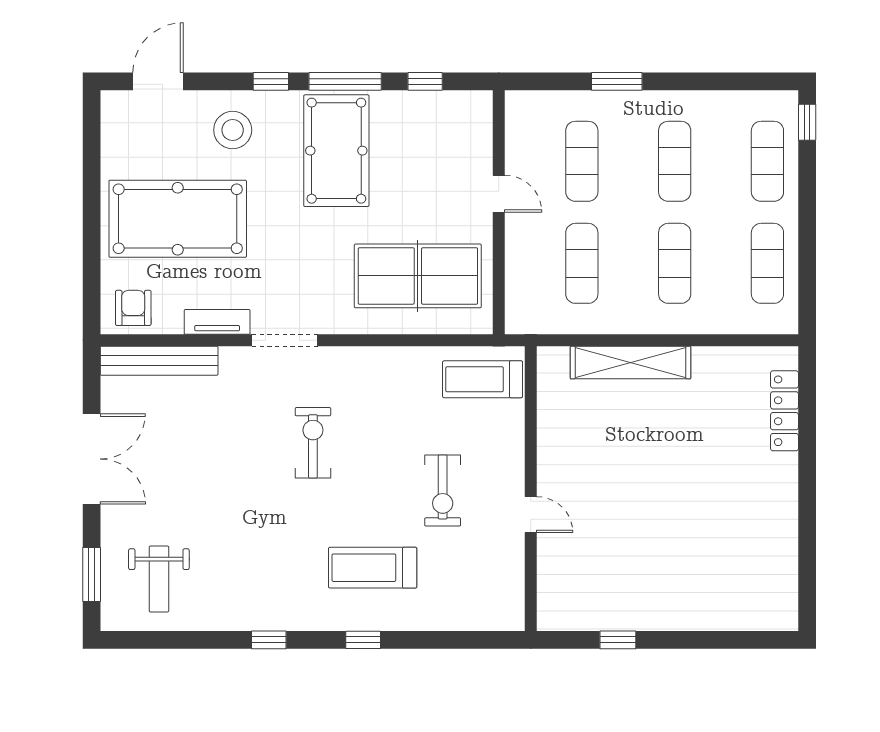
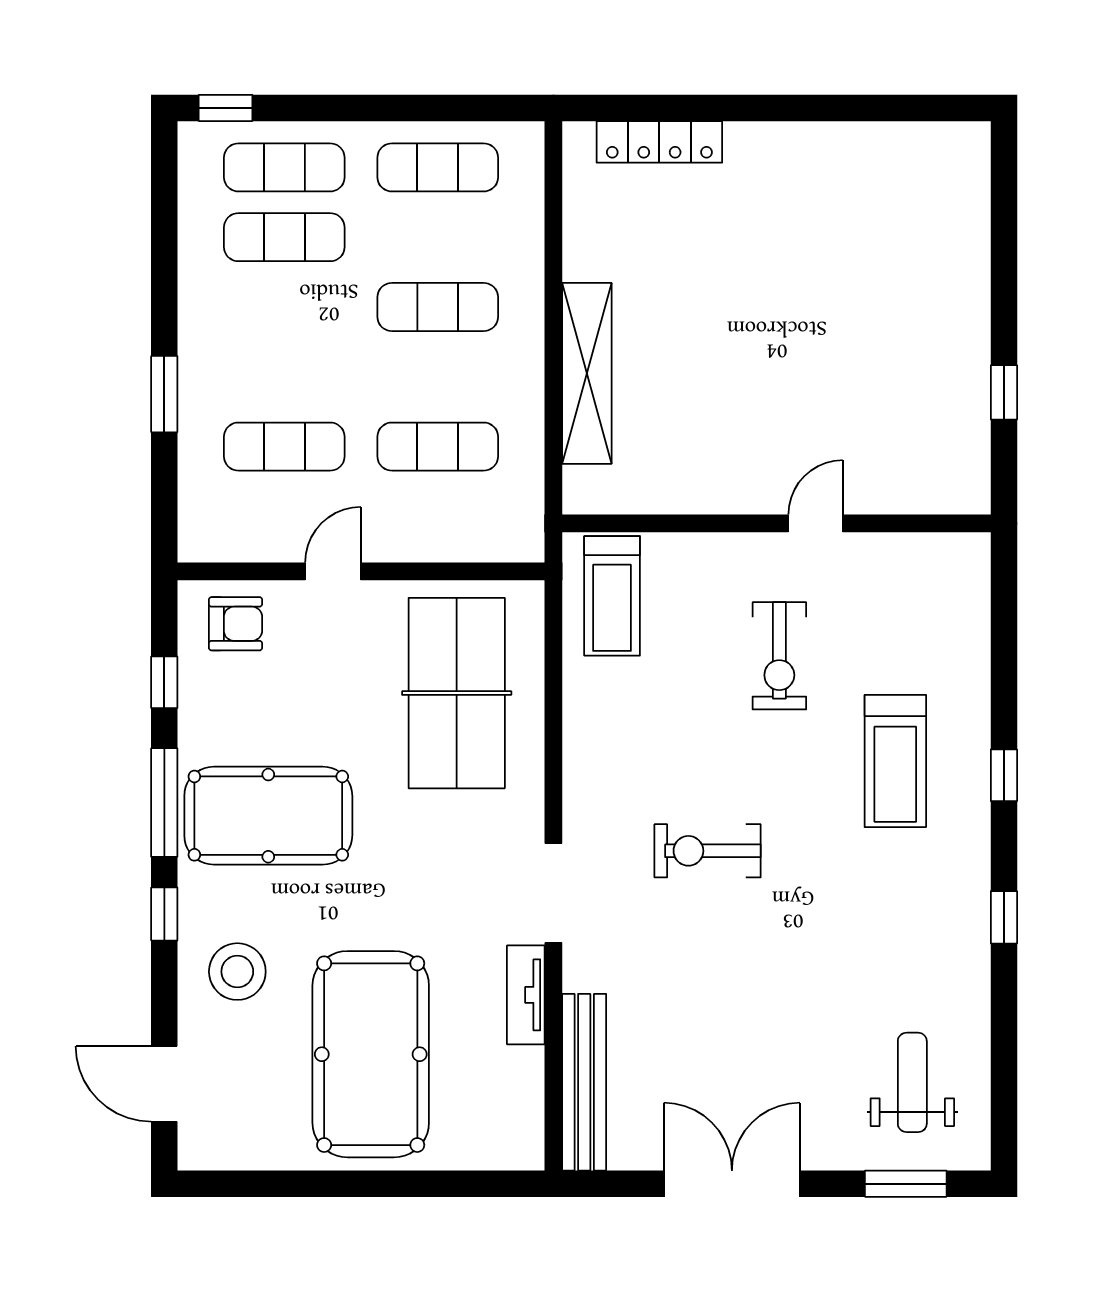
exercise mat: (675, 161) -> (284, 237), moved
armchair: (133, 308) -> (236, 624), moved, turned 180
exercise bike: (443, 491) -> (779, 656), turned 90
weight bench: (159, 579) -> (912, 1082), turned -90

